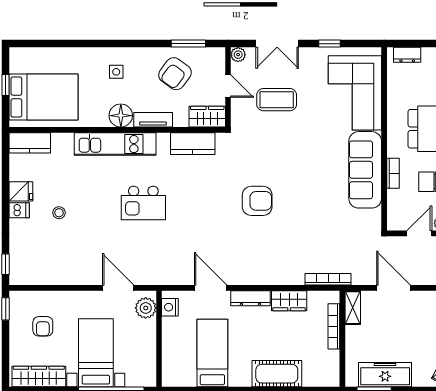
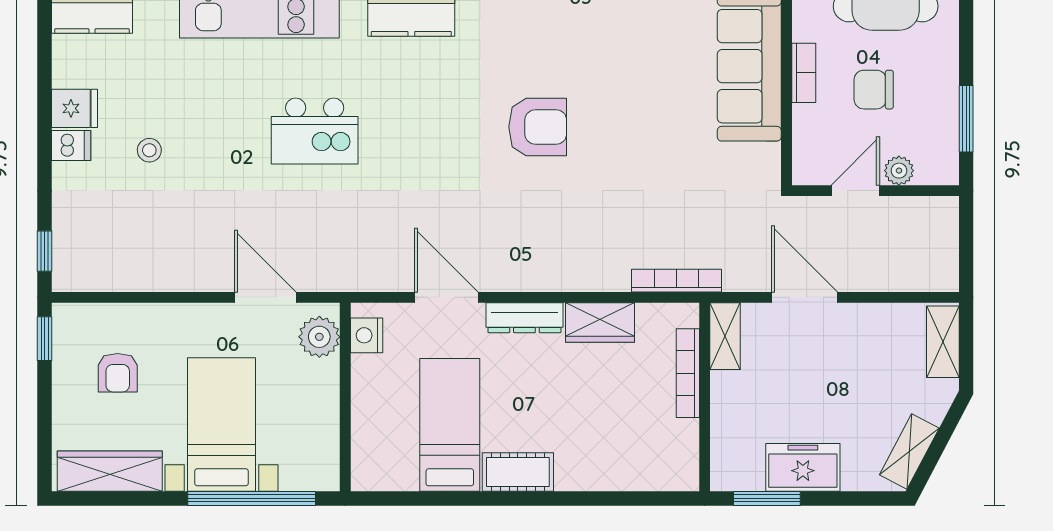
cot: (277, 374) -> (518, 472), moved, width x0.73, depth x0.75
freezer: (385, 375) -> (803, 467), width x0.71

